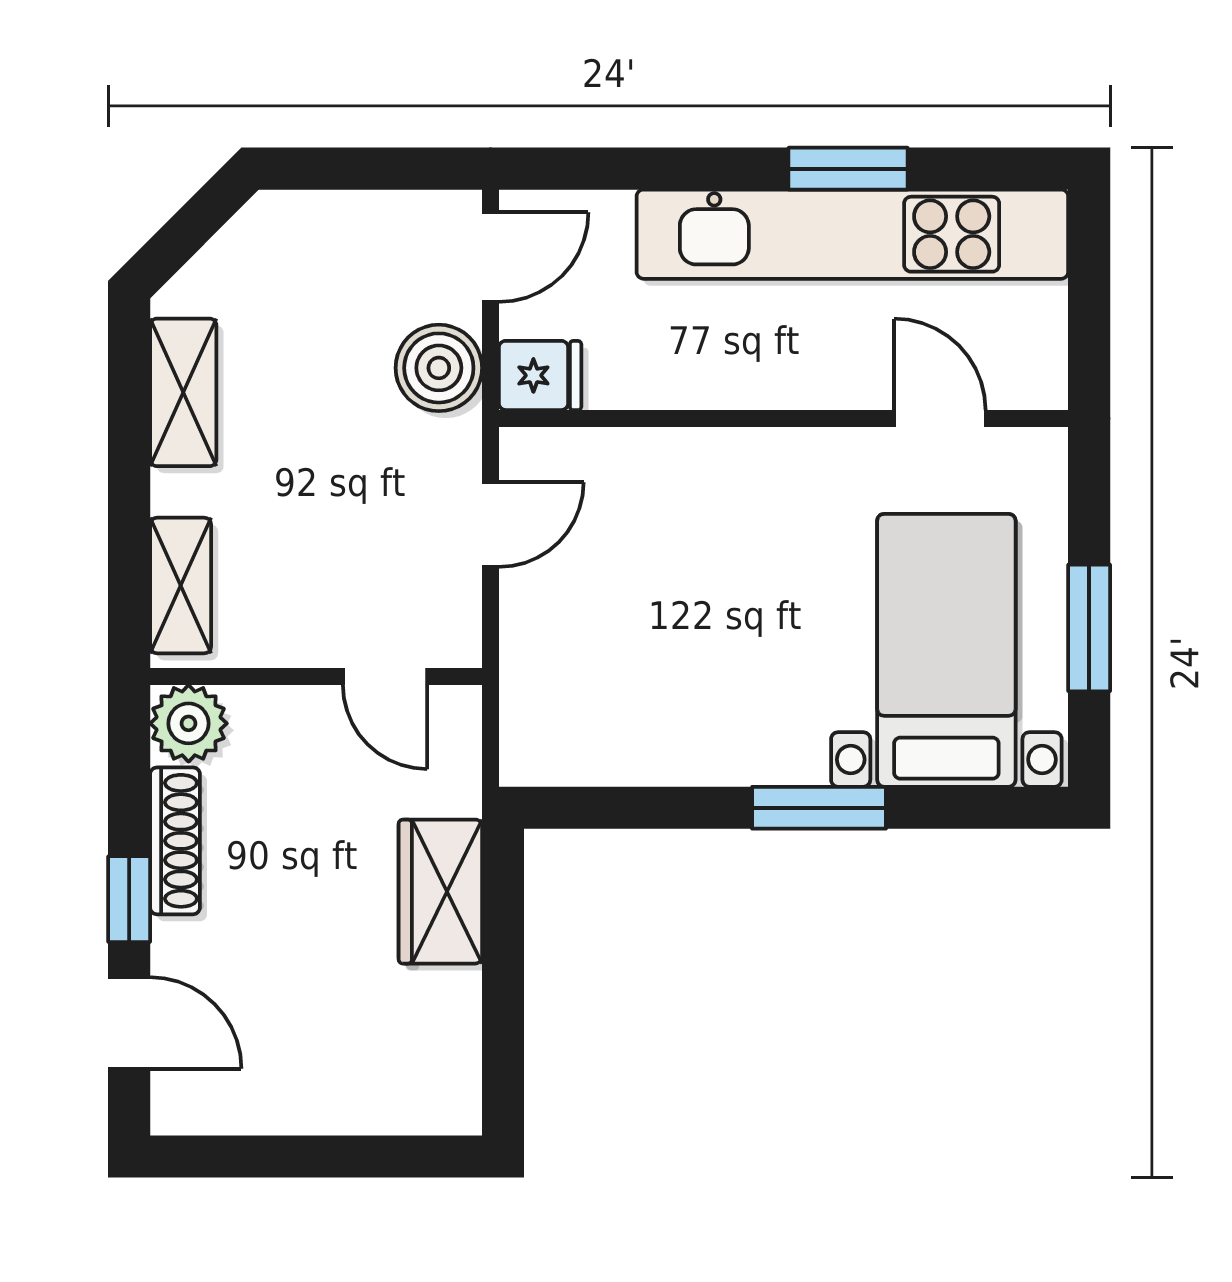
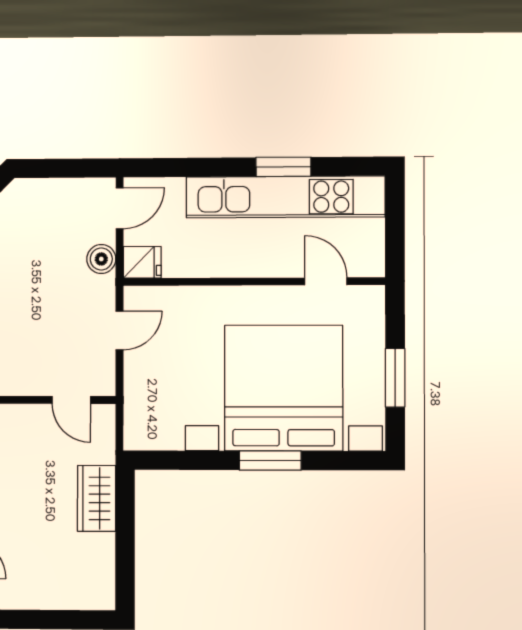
boiler: (439, 368) -> (101, 259), width x0.73, depth x0.73
bed with nightstands: (946, 650) -> (284, 388), width x1.85

